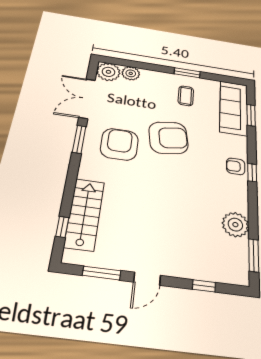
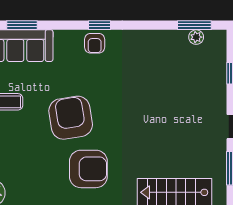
armchair: (119, 144) -> (88, 169), turned 180
plant: (235, 225) -> (196, 37), moved, width x0.53, depth x0.53

